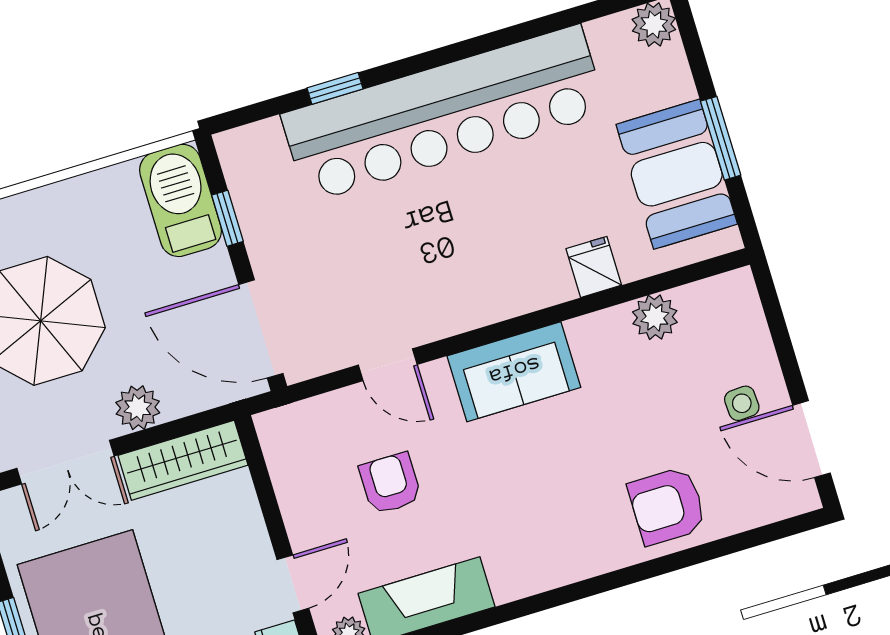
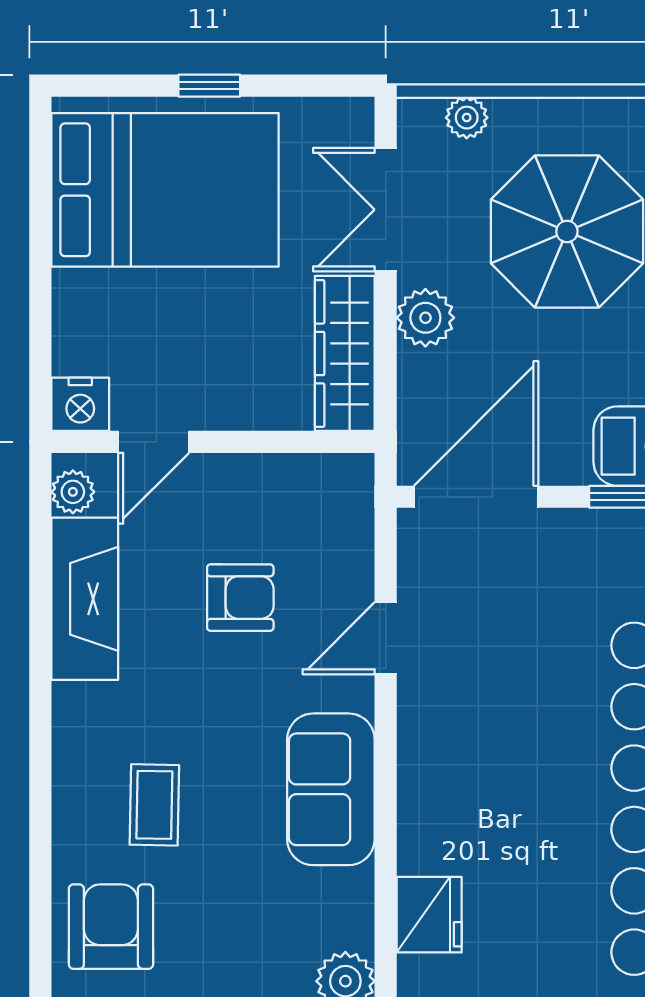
fridge: (594, 267) -> (429, 915), width x1.38
coffee table: (566, 501) -> (154, 805), added
door: (293, 584) -> (154, 442), hinge flipped

